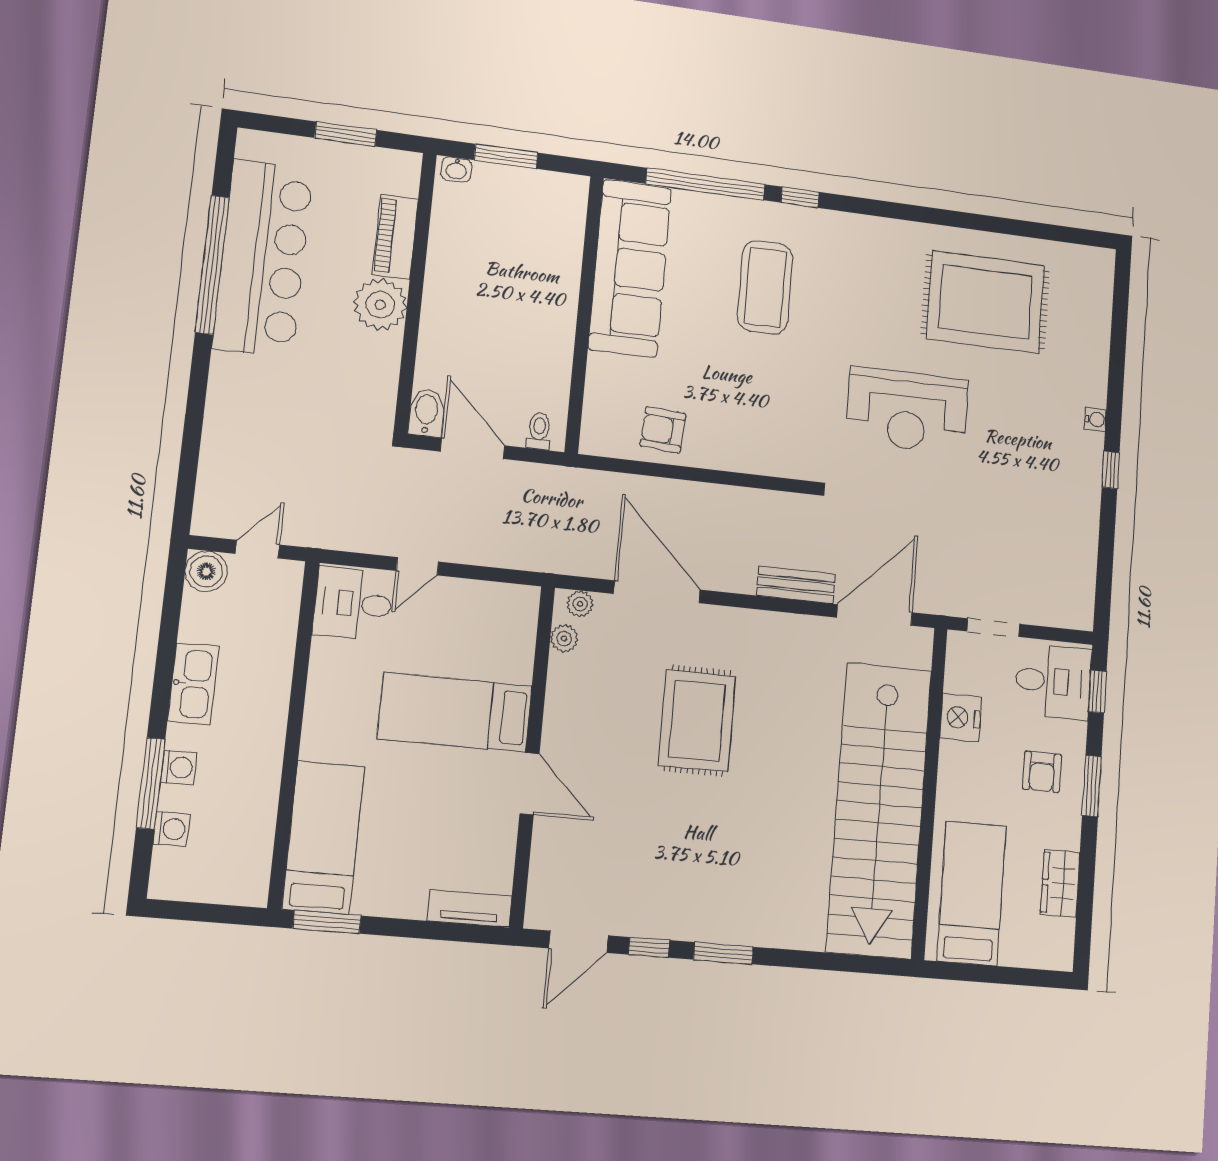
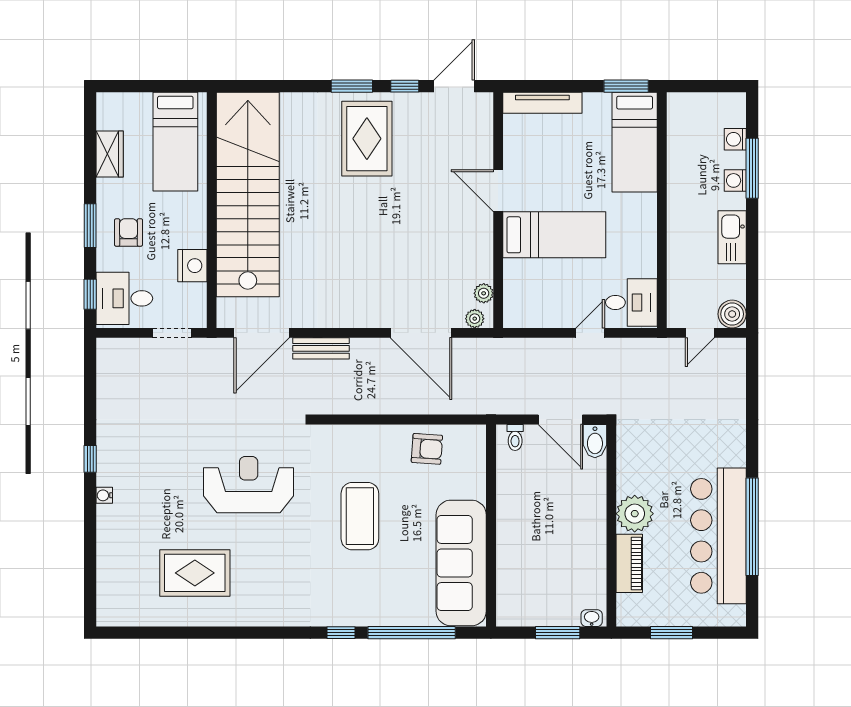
coffee table: (765, 287) -> (360, 516), moved
rug: (986, 302) -> (195, 573), width x0.73, depth x0.69
rug: (697, 721) -> (367, 139), moved
tv unit: (470, 908) -> (542, 103), width x1.41

